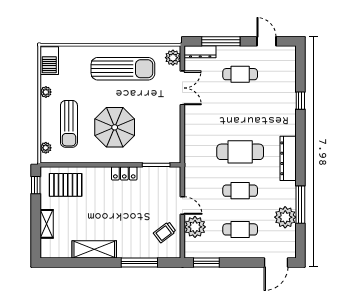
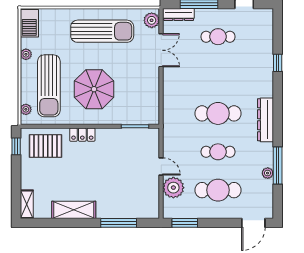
sun lounger: (69, 124) -> (49, 86), width x1.36, depth x1.34
locker: (124, 173) -> (82, 135), moved
plant: (285, 217) -> (268, 173), width x0.53, depth x0.53
shelving: (47, 224) -> (27, 204), moved
cafe table: (240, 229) -> (218, 190), width x1.37, depth x1.35
trolley: (165, 232) -> (143, 193), removed

